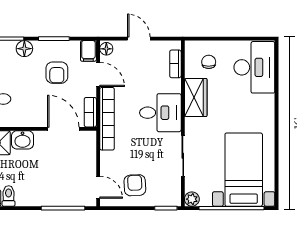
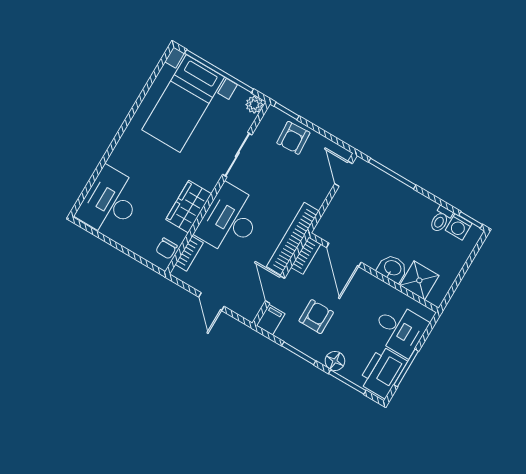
floor lamp: (106, 49) -> (251, 311), removed
chair: (209, 62) -> (166, 248), moved
desk: (160, 113) -> (230, 220), width x1.37
armchair: (135, 185) -> (293, 138), moved

